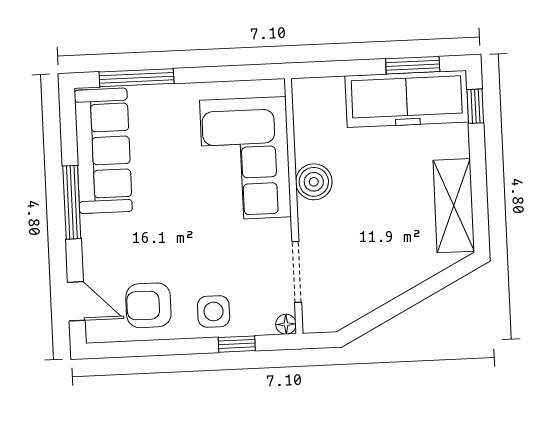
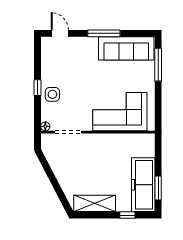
window: (475, 106) -> (127, 215), moved
boiler: (314, 182) -> (108, 142), removed
door: (76, 301) -> (60, 33), swing flipped
armchair: (148, 305) -> (57, 65), removed
window: (237, 344) -> (37, 88), moved

